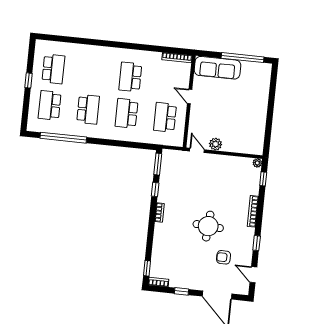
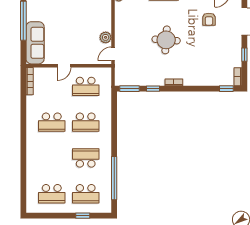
school desk: (53, 69) -> (52, 194), turned 180
window: (29, 80) -> (83, 216), moved
round table: (208, 226) -> (166, 40), moved

